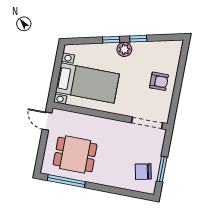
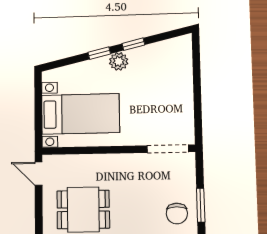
armchair: (159, 81) -> (172, 92), removed
chair: (143, 172) -> (177, 213), turned -78

